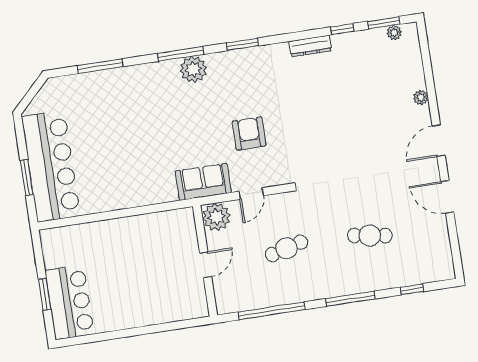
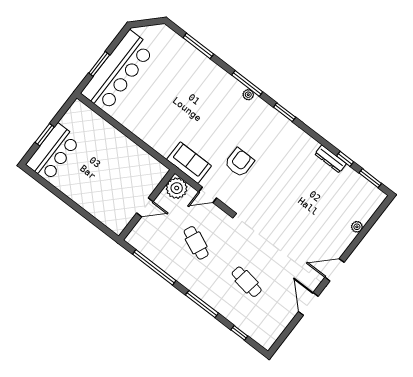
plant: (394, 33) -> (370, 189), removed
dresser: (310, 46) -> (331, 159), moved
plant: (193, 69) -> (248, 95), width x0.53, depth x0.53
plant: (421, 98) -> (357, 227), moved
cafe table: (286, 248) -> (196, 243), turned 39

